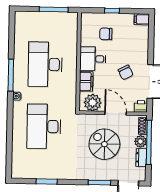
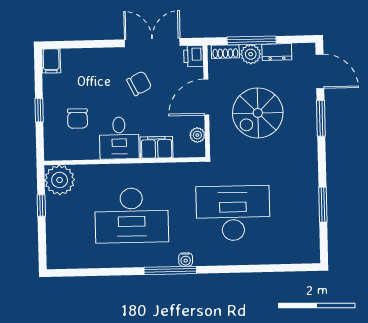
window: (54, 9) -> (41, 206), width x0.46
plant: (69, 21) -> (60, 180), added
window: (11, 75) -> (170, 270), moved
plant: (93, 103) -> (197, 135), width x0.53, depth x0.53
desk: (44, 126) -> (233, 213), turned 180
window: (149, 142) -> (252, 40), width x0.68

